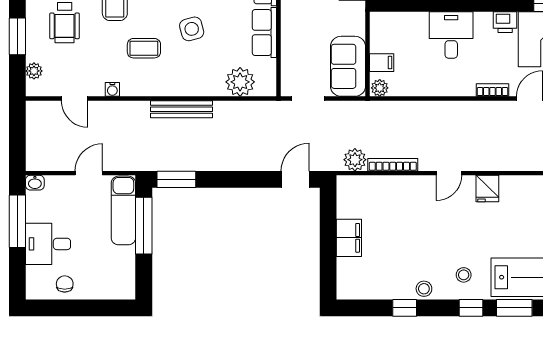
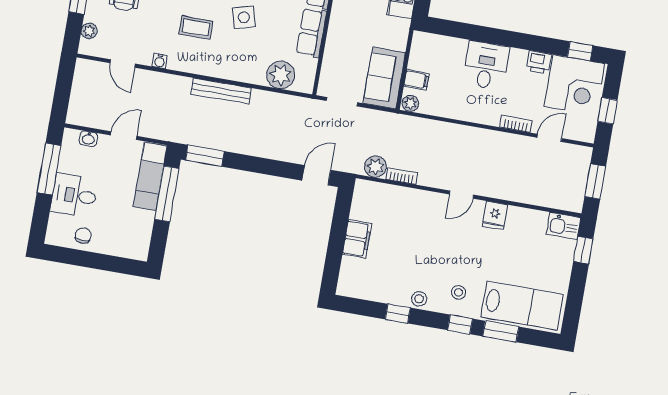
bookcase: (393, 165) -> (402, 176), width x0.64
washbasin: (35, 183) -> (88, 139), moved

